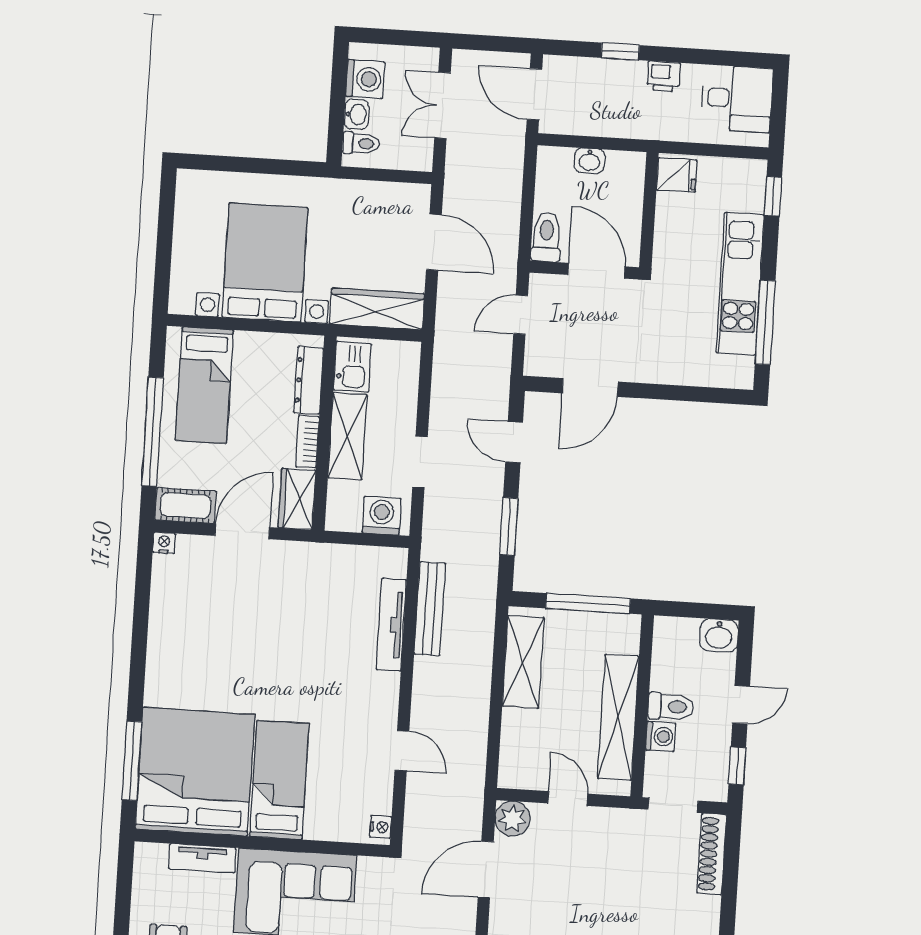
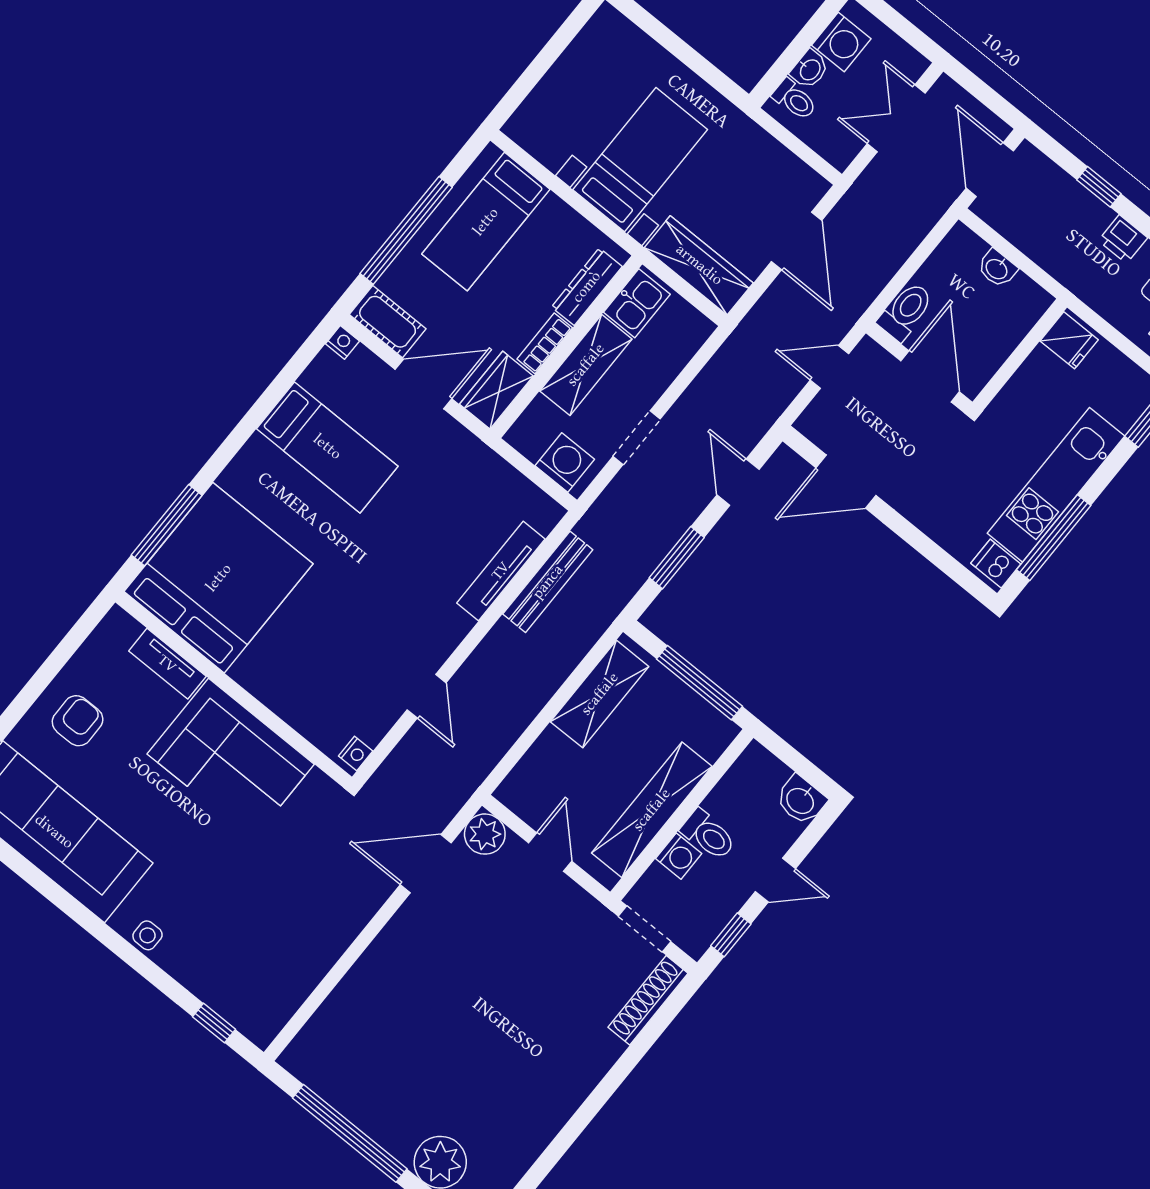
bed with nightstands: (265, 262) -> (640, 160), width x0.73
dishwasher: (737, 370) -> (996, 564), added
bed: (279, 780) -> (327, 447), moved, turned 90

